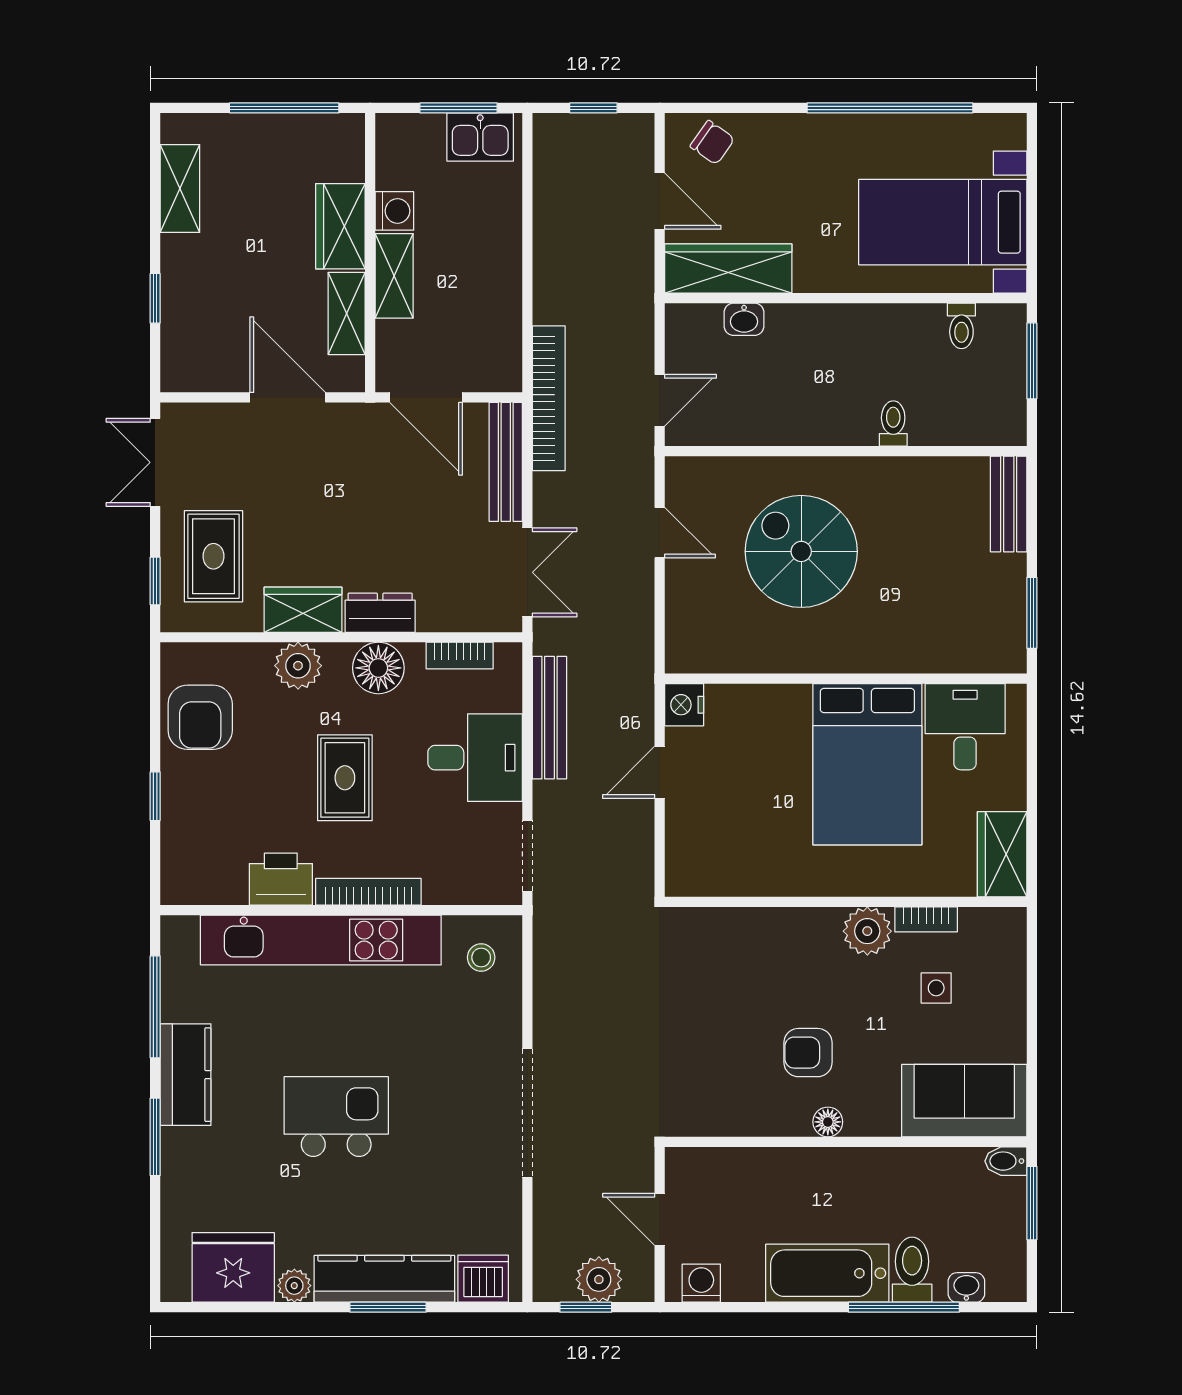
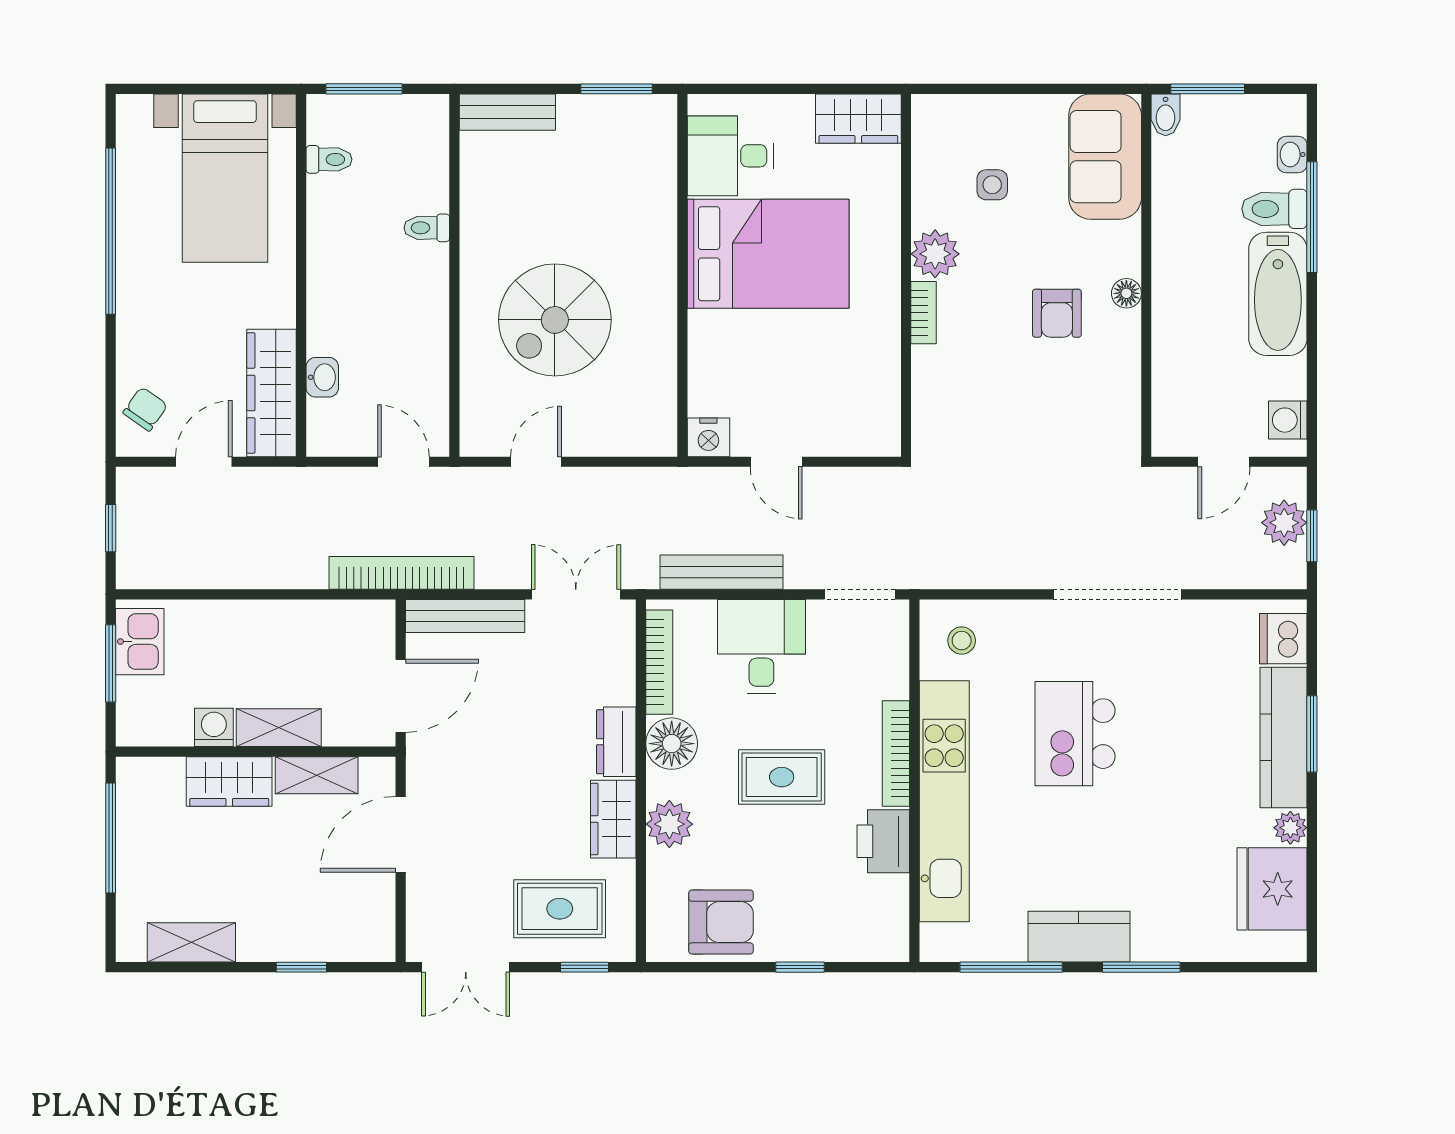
bookcase: (460, 656) -> (659, 662), width x1.56
bookcase: (926, 919) -> (923, 313), moved
kitchen island: (336, 1117) -> (1075, 734), moved

